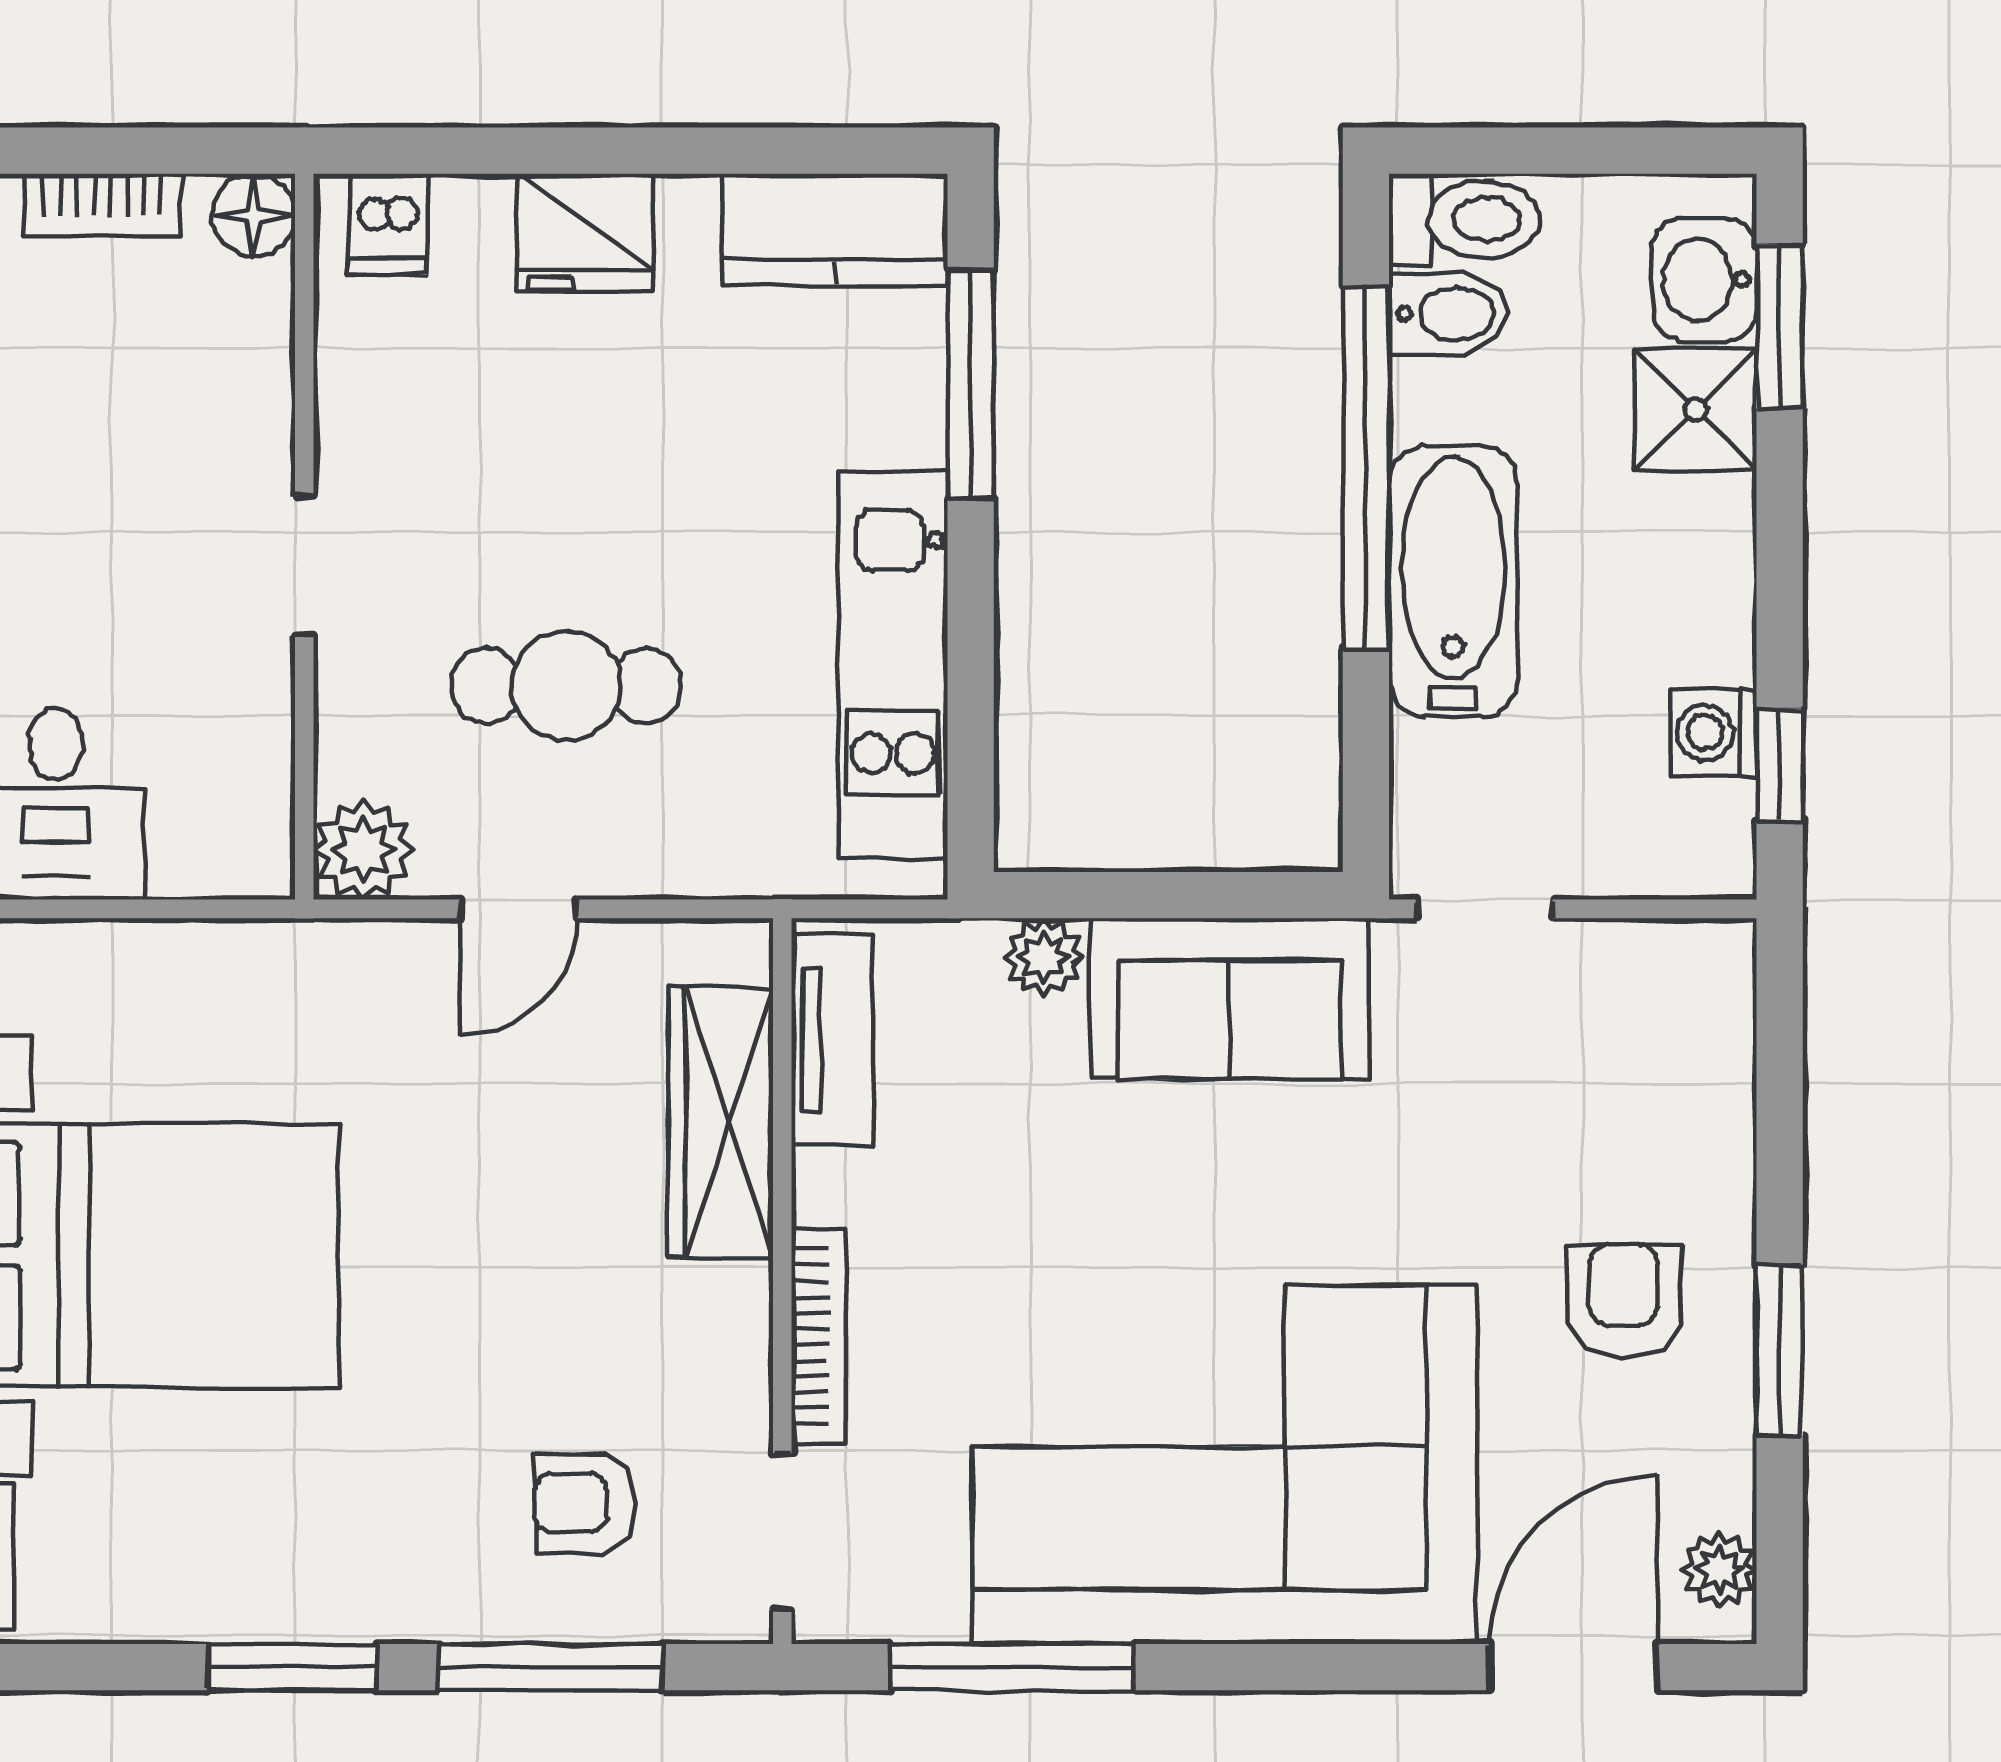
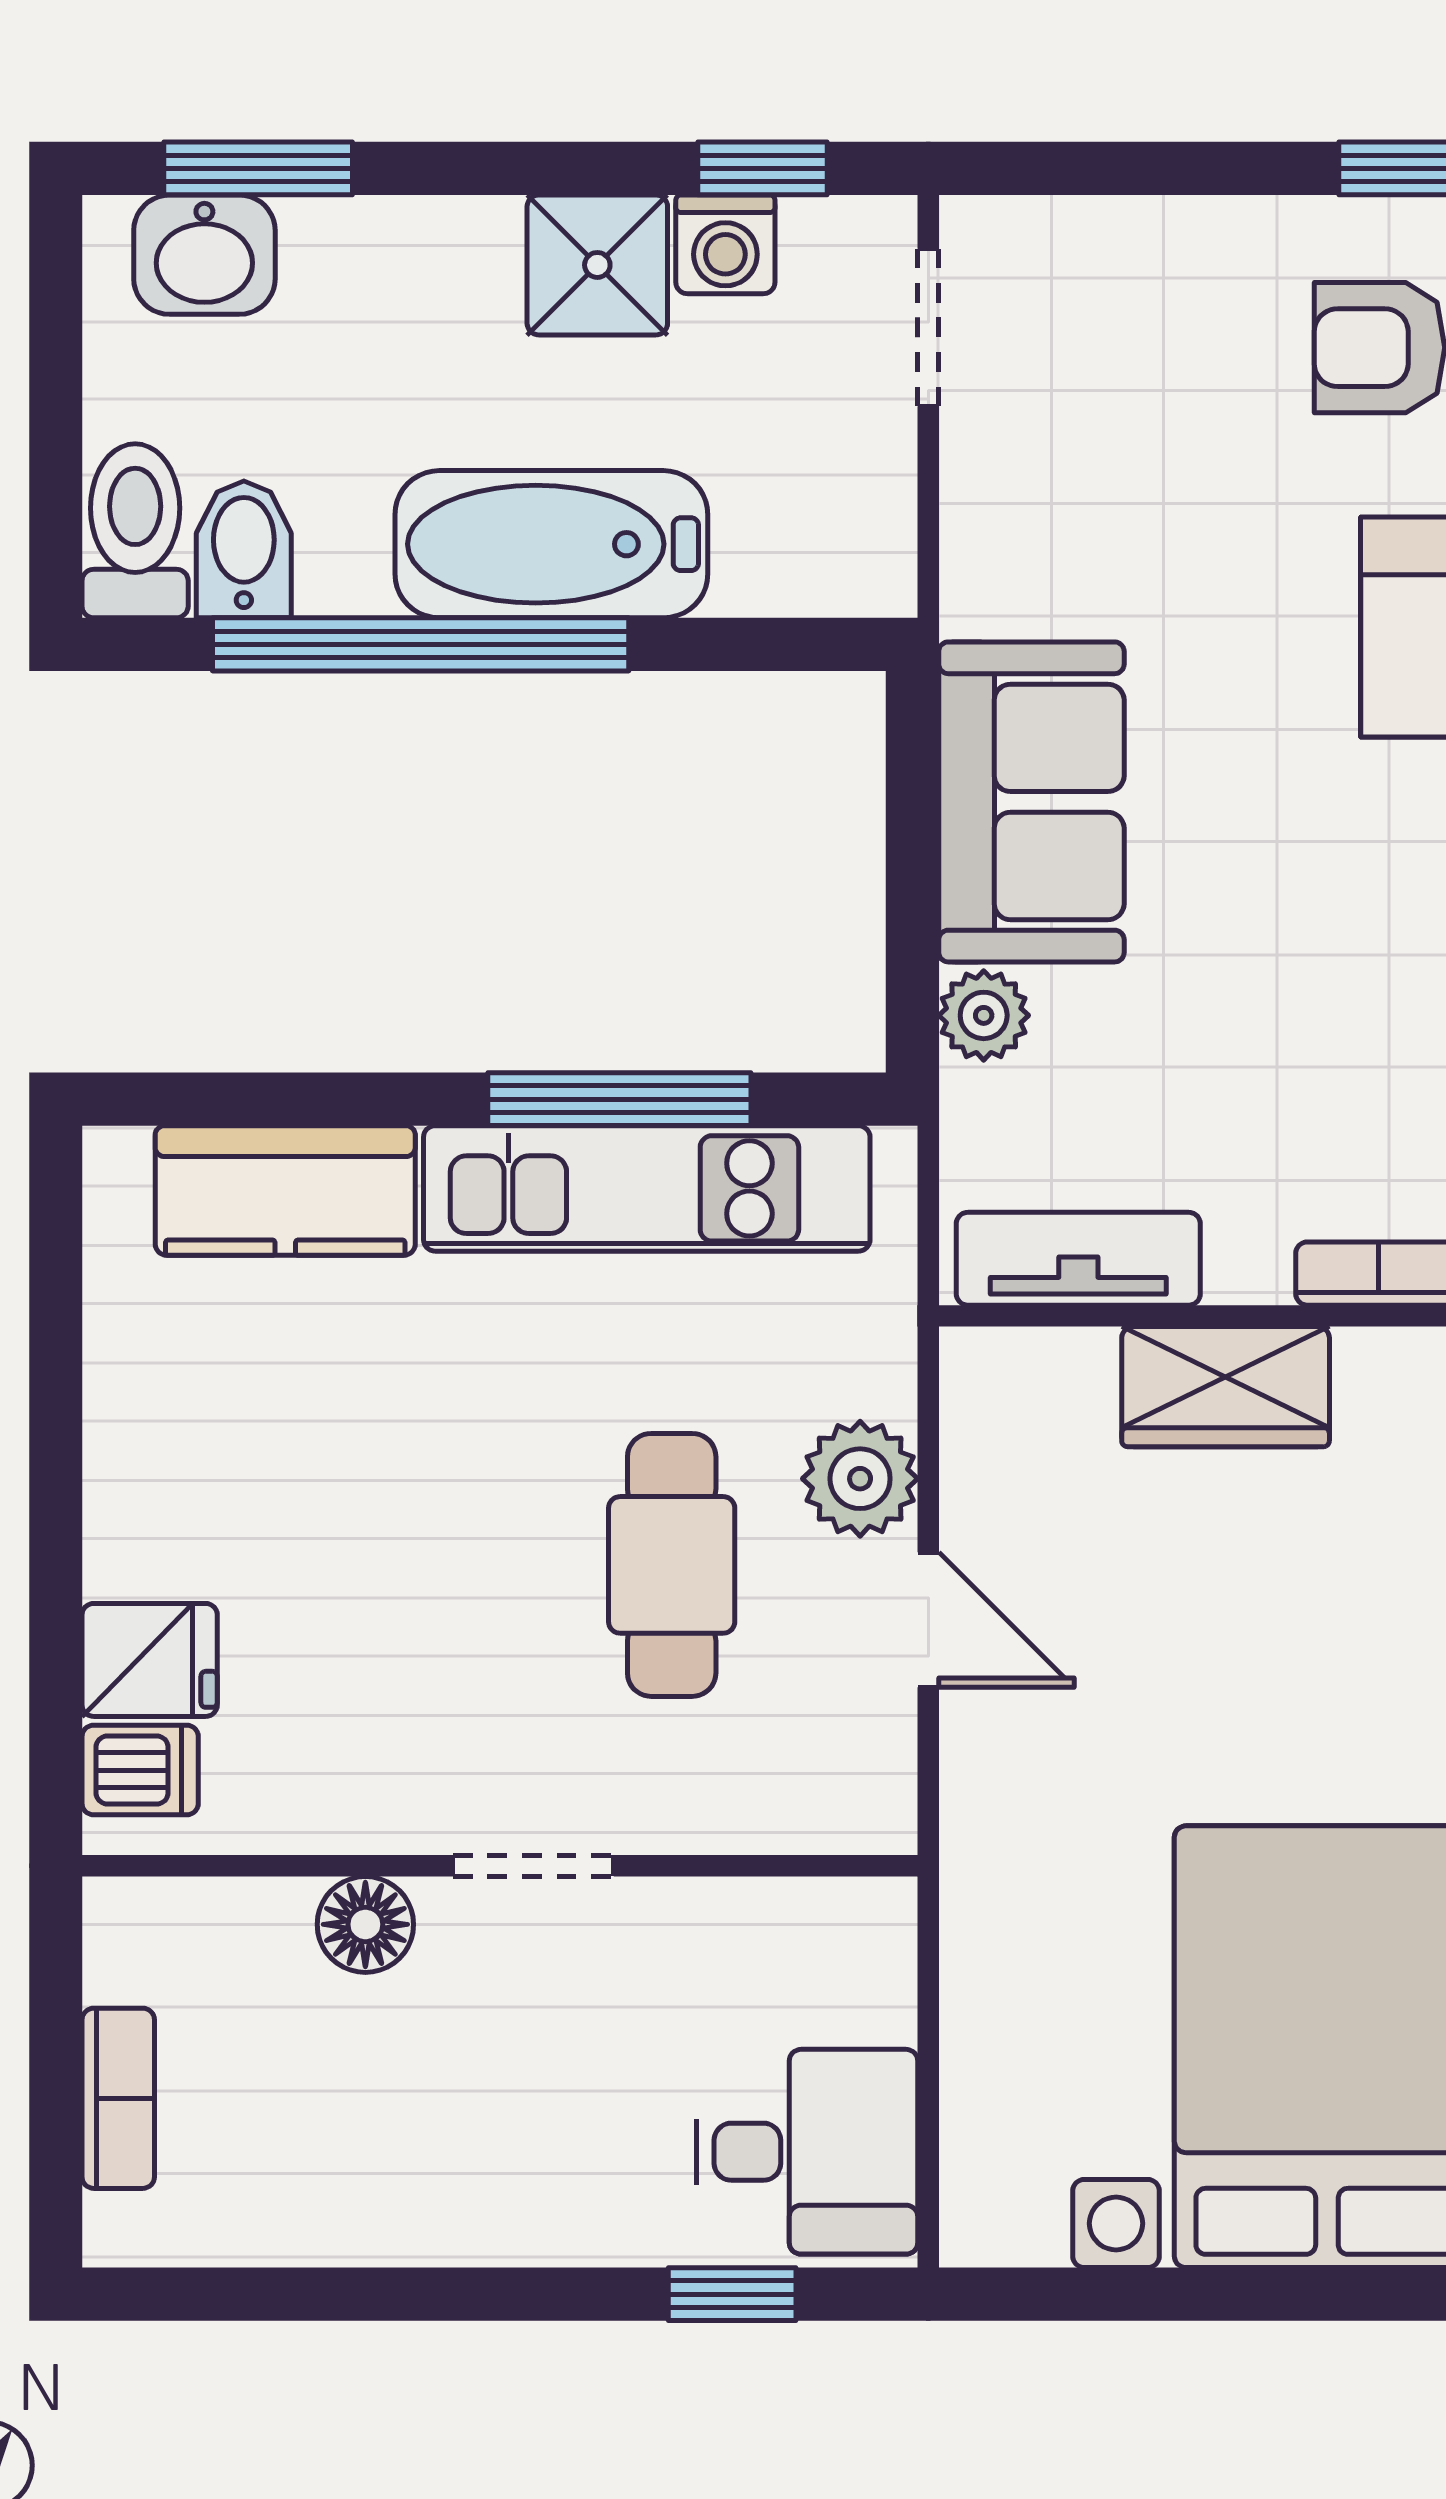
floor lamp: (253, 215) -> (365, 1924), moved
kitchen counter: (835, 230) -> (285, 1191), moved, turned 90
fridge: (585, 232) -> (150, 1660), moved, width x0.72
window: (971, 384) -> (619, 1099), moved
shower: (1696, 409) -> (597, 265), moved
plant: (364, 850) -> (860, 1479), moved
doorway: (1484, 909) -> (928, 327), moved
wardrobe: (721, 1122) -> (1226, 1387), width x0.67

